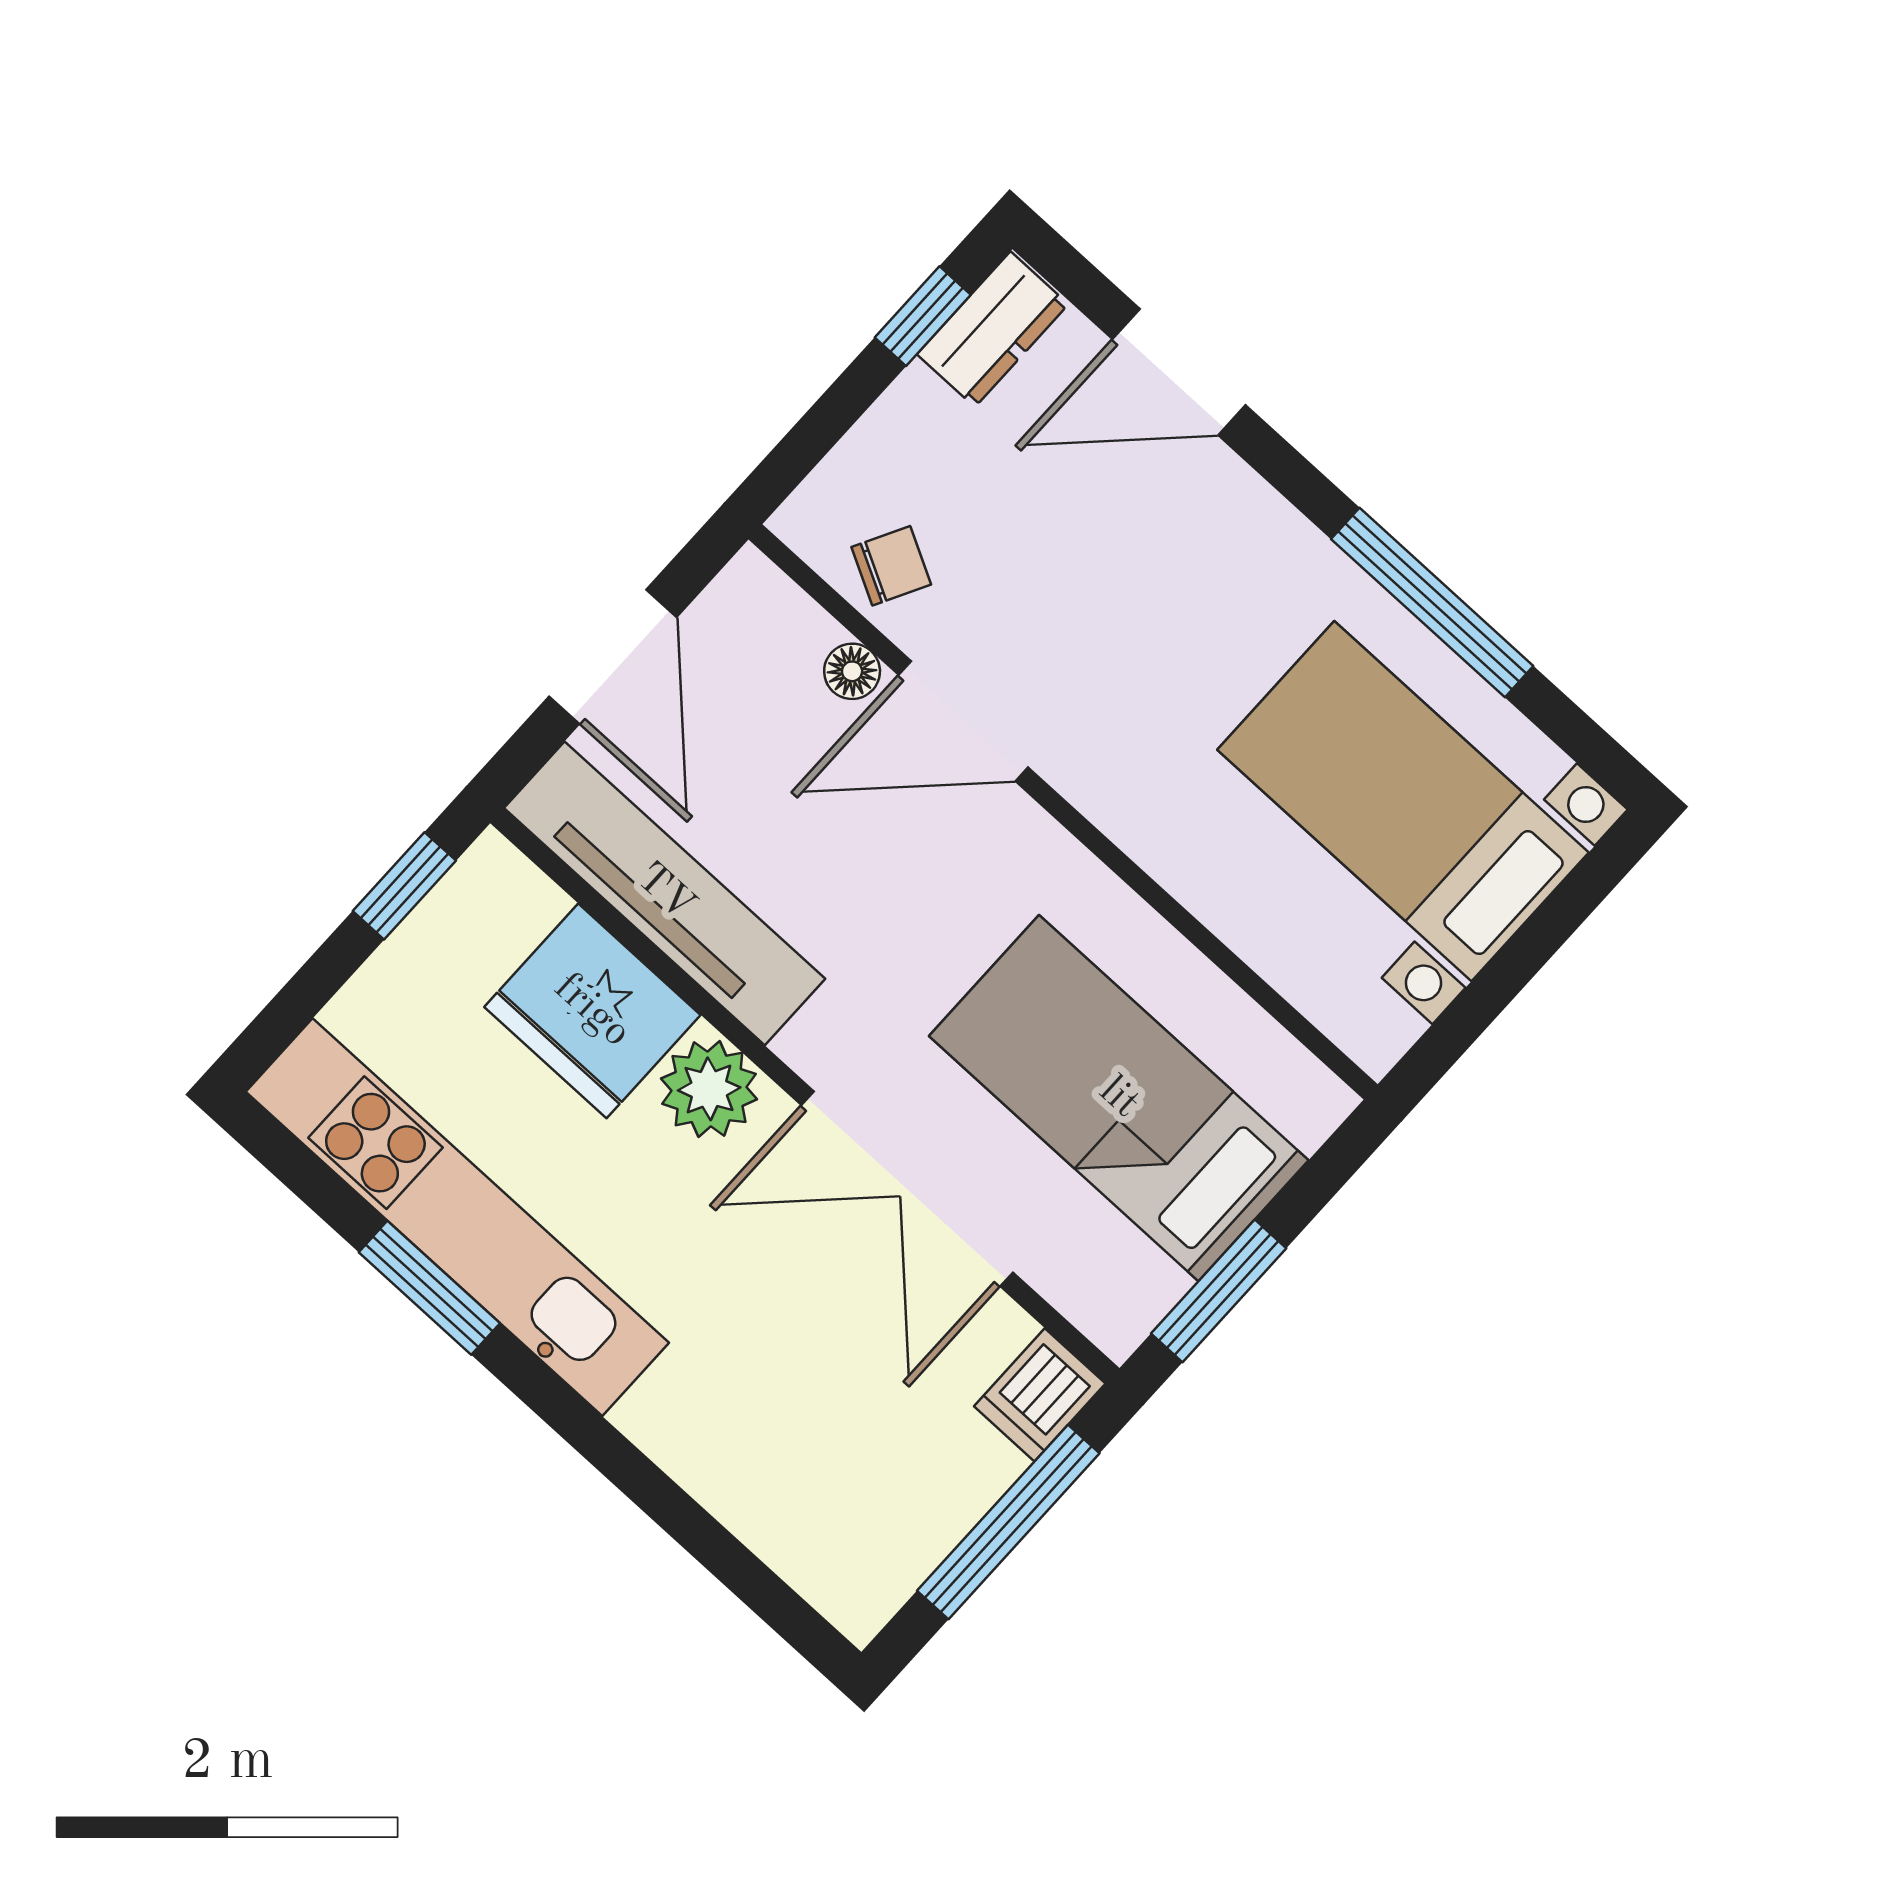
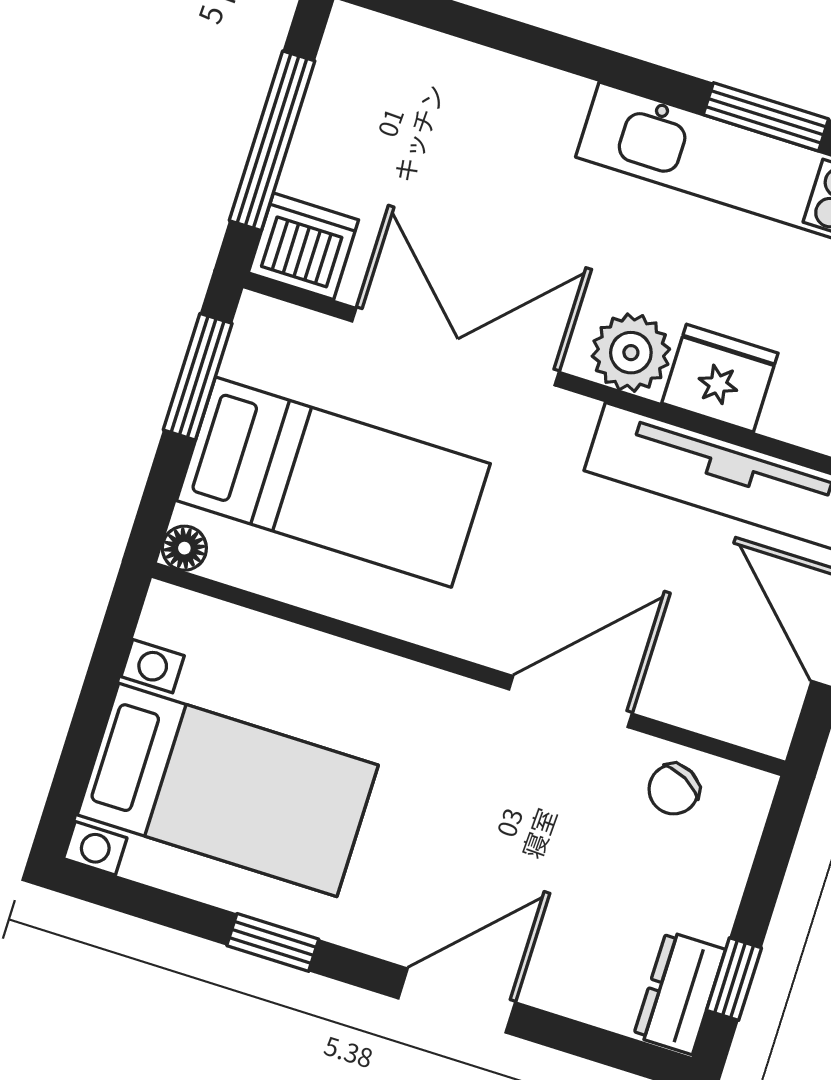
door: (1179, 372) -> (457, 1000), moved
window: (1432, 602) -> (273, 942), width x0.46
floor lamp: (852, 671) -> (184, 548), moved
fridge: (592, 1011) -> (720, 378), width x0.73, depth x0.75
dishwasher: (1040, 1395) -> (303, 246), width x1.38

